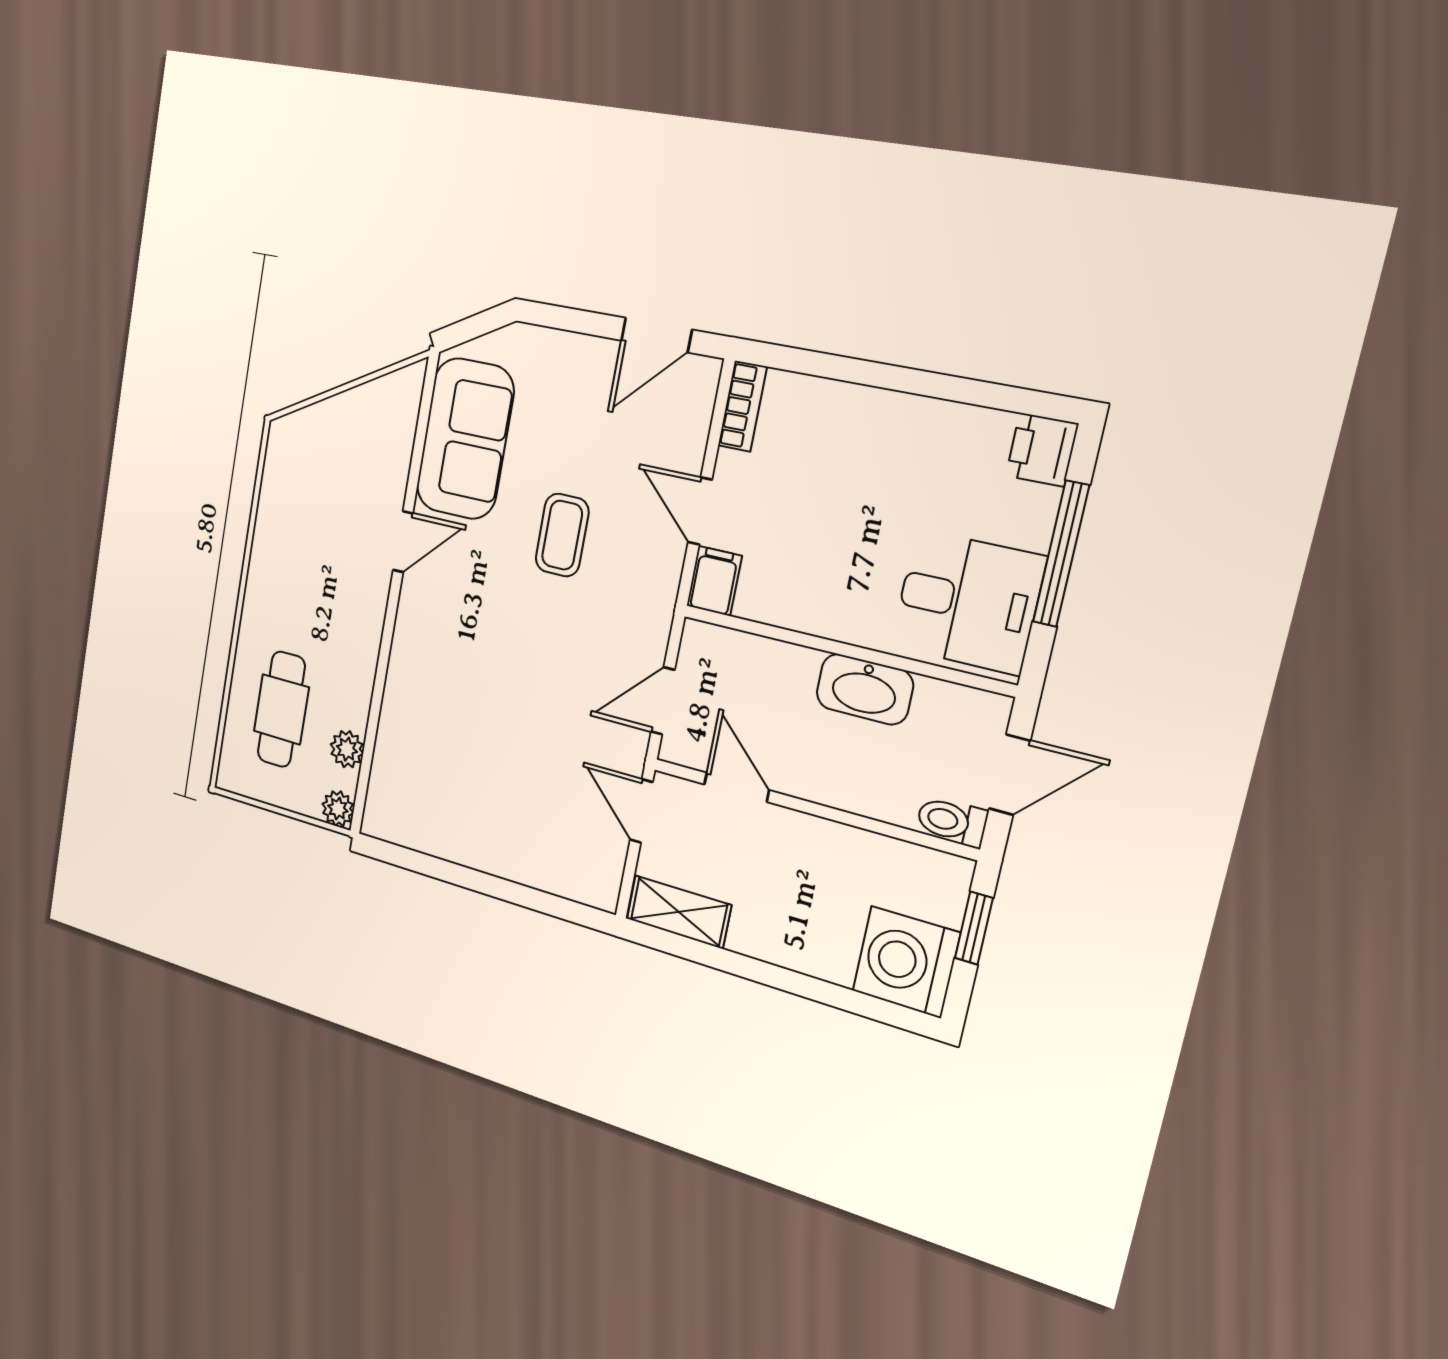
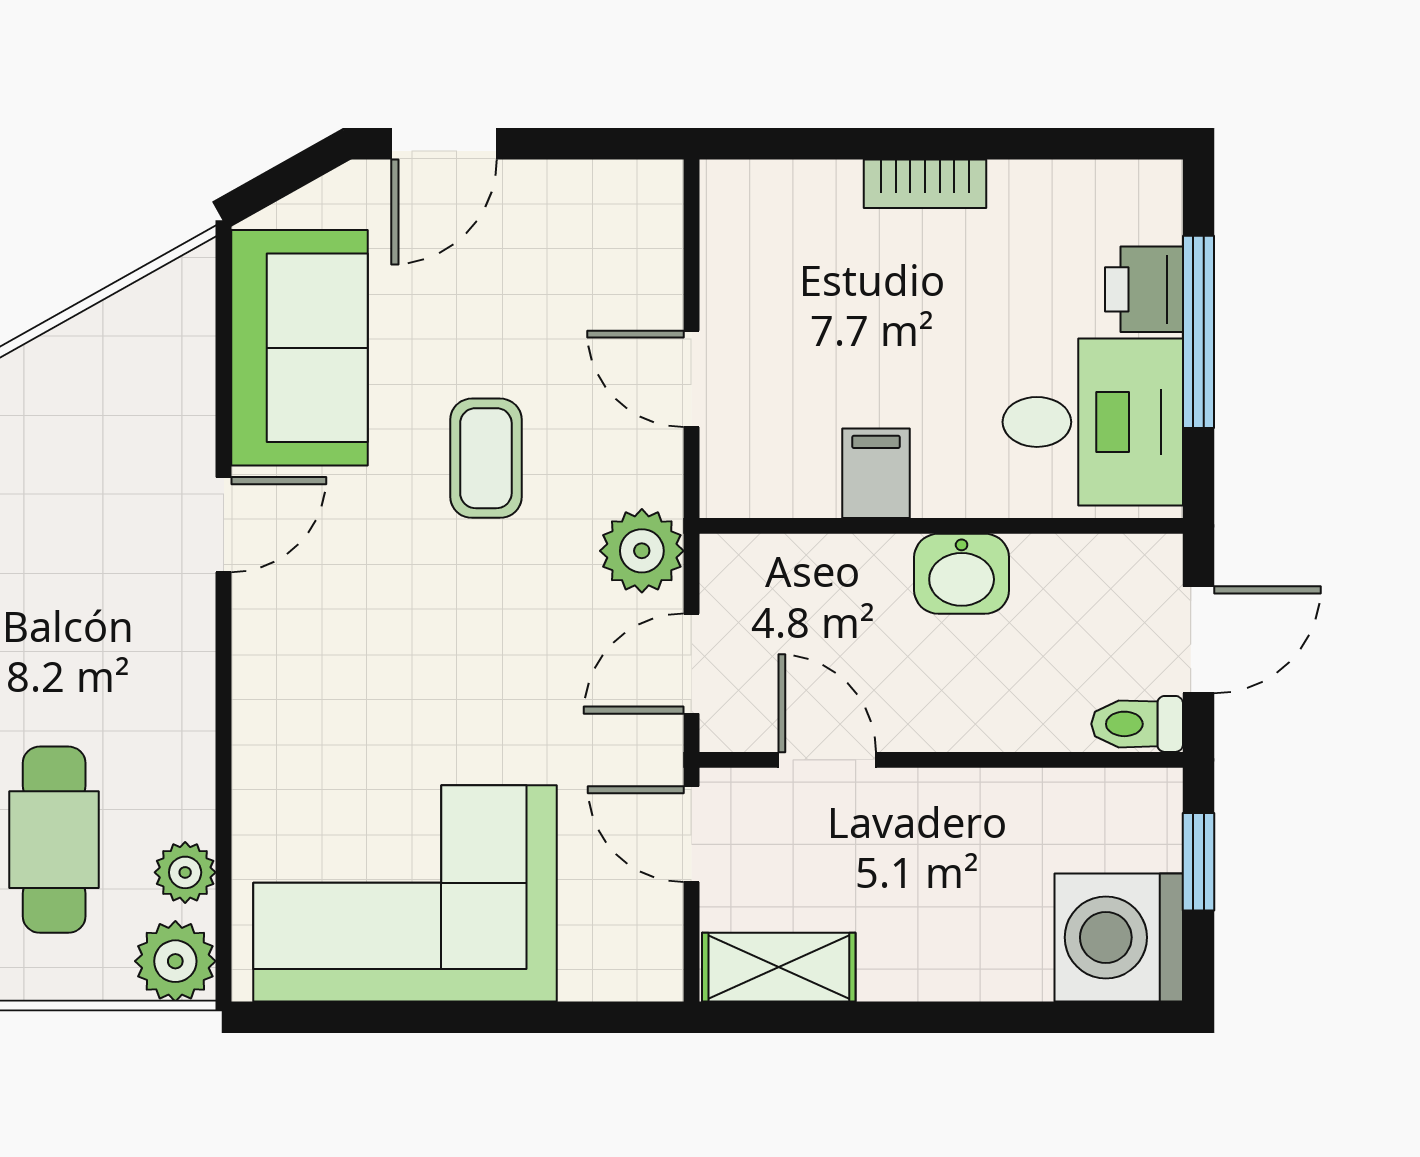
door: (656, 335) -> (444, 144), moved
bookcase: (742, 406) -> (925, 184), moved, turned 90
printer: (1042, 450) -> (1144, 289), moved
filing cabinet: (714, 581) -> (876, 473), moved
plant: (646, 619) -> (642, 551), added
washbasin: (865, 689) -> (962, 574), width x0.72
corner sofa: (466, 798) -> (405, 893), added
plant: (338, 809) -> (175, 961), width x1.38, depth x1.38

